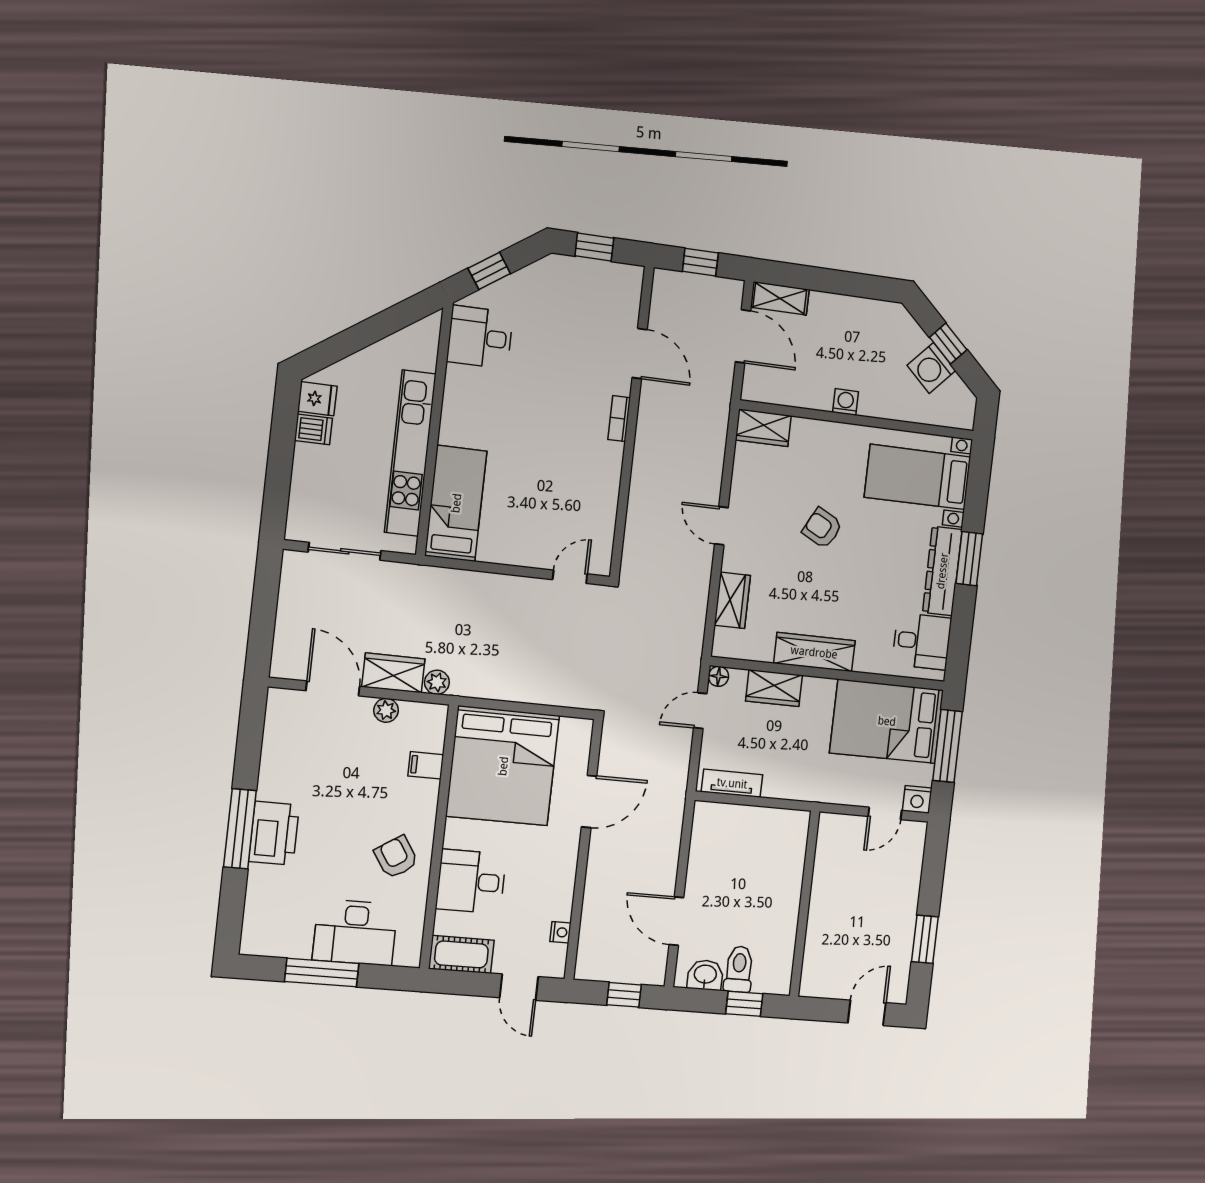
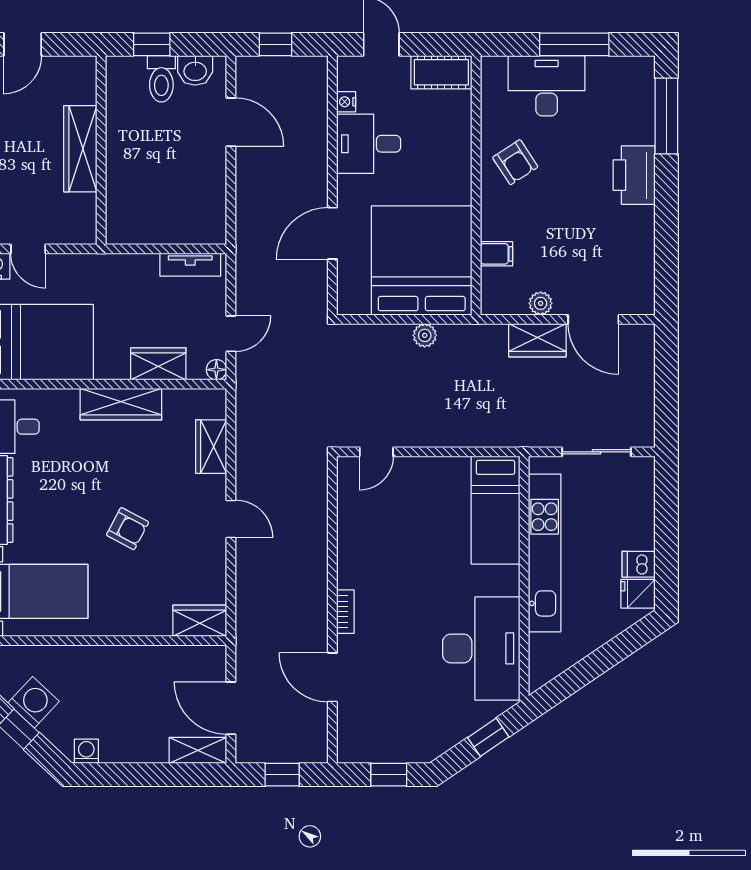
desk: (480, 337) -> (481, 648), width x1.87, depth x1.30
washing machine: (845, 402) -> (86, 751), moved, turned 180
plant: (437, 682) -> (425, 335), moved
door: (885, 813) -> (28, 249), swing flipped
window: (240, 829) -> (666, 116), moved
desk: (471, 881) -> (369, 144), moved, turned 180
wardrobe: (824, 907) -> (80, 149), added

